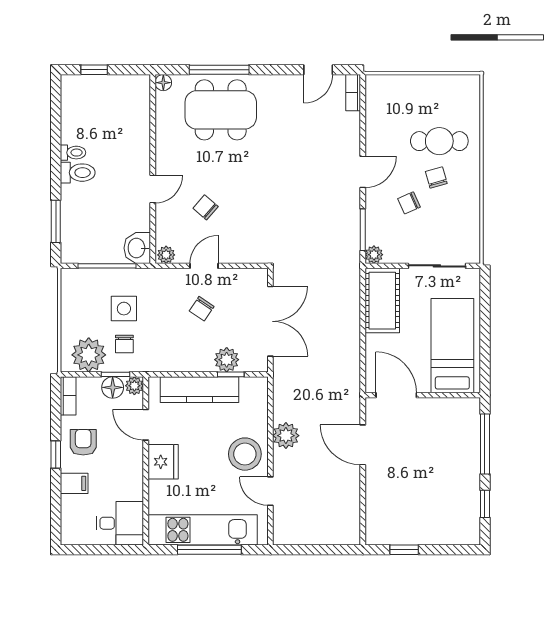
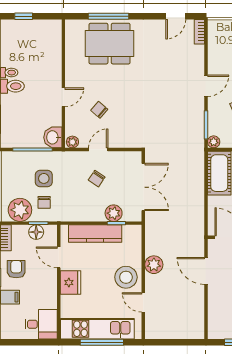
floor lamp: (163, 83) -> (71, 25), removed
plant: (134, 386) -> (51, 231), removed

